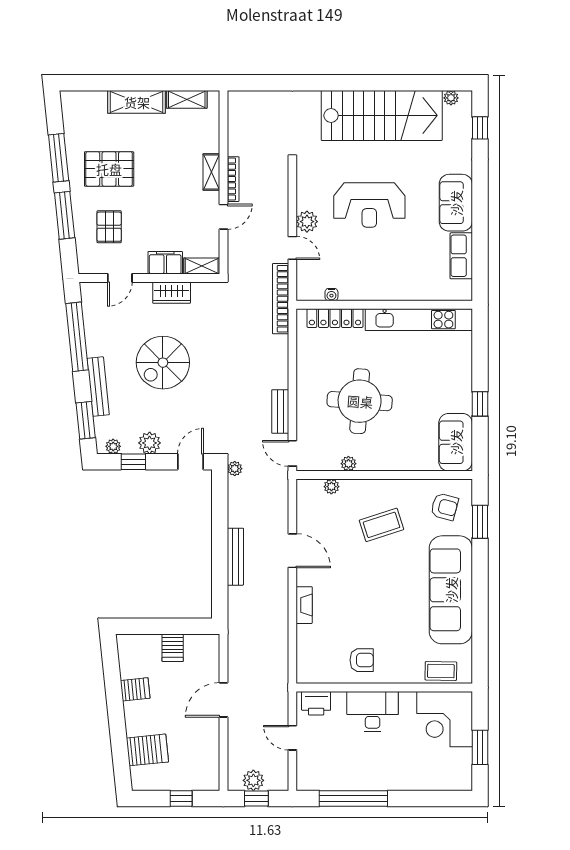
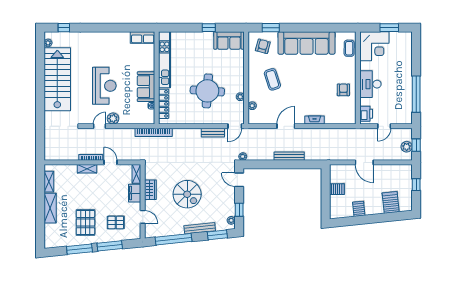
sofa: (456, 203) -> (146, 87), moved, turned 90
door: (292, 248) -> (99, 126), moved
row of seats: (461, 256) -> (143, 37), moved
plant: (150, 443) -> (229, 201), removed

